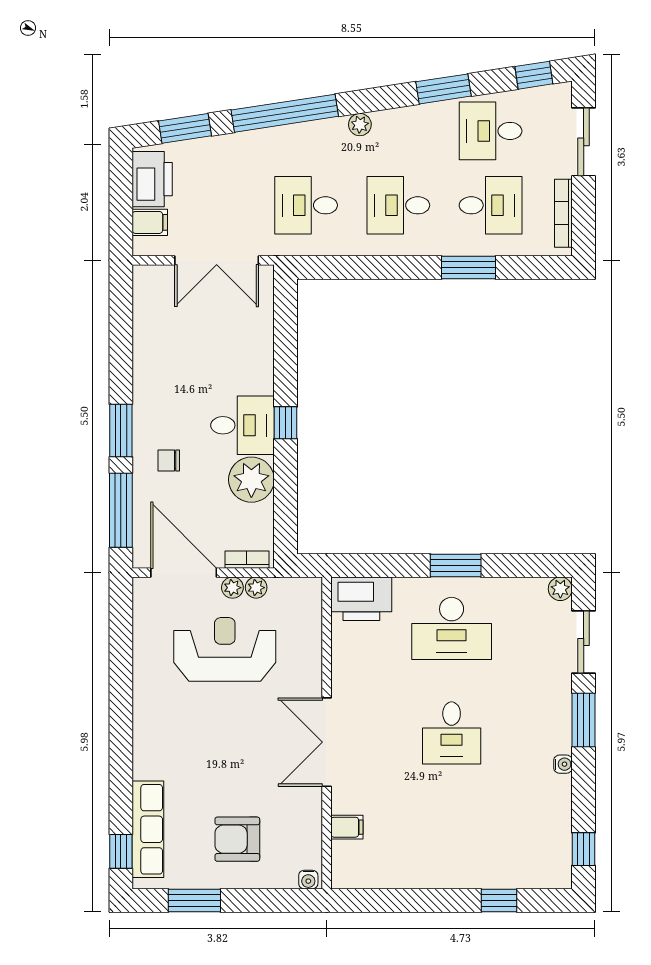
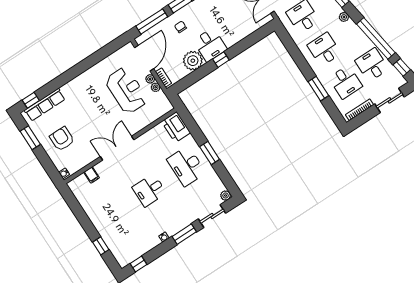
window: (443, 89) -> (376, 38), width x2.11

